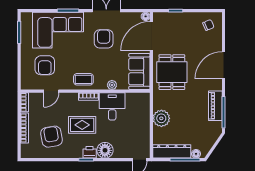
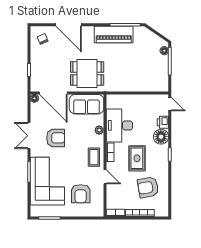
armchair: (104, 39) -> (56, 138), turned 180
armchair: (45, 65) -> (81, 194), turned 90
door: (223, 65) -> (69, 25), moved
door: (51, 91) -> (105, 177), moved
desk: (112, 106) -> (119, 125), width x1.37
piano: (215, 106) -> (114, 34), width x1.37, depth x1.33
plant: (161, 118) -> (131, 84), removed
dresser: (172, 151) -> (162, 74), removed
printer: (90, 152) -> (163, 122), moved

